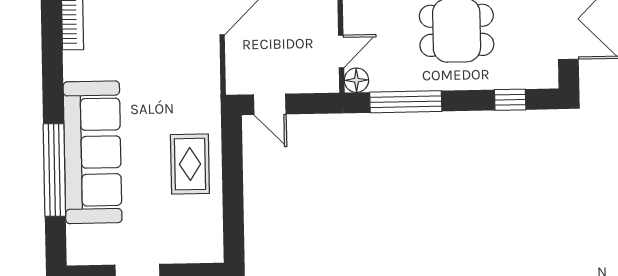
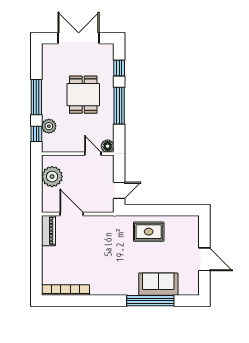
window: (406, 102) -> (119, 106), moved
sofa: (93, 152) -> (158, 284), width x0.54, depth x0.79

